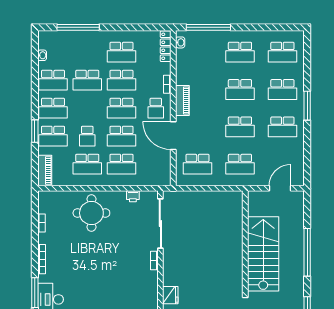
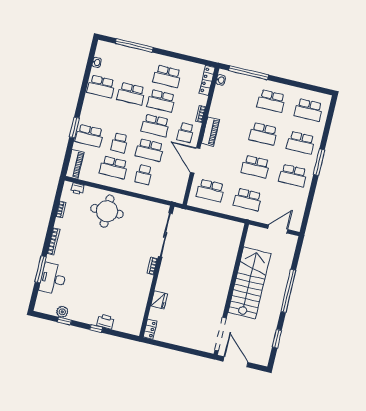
school desk: (53, 108) -> (95, 111), removed
school desk: (121, 164) -> (144, 175), width x0.54
printer: (133, 196) -> (77, 189), moved

